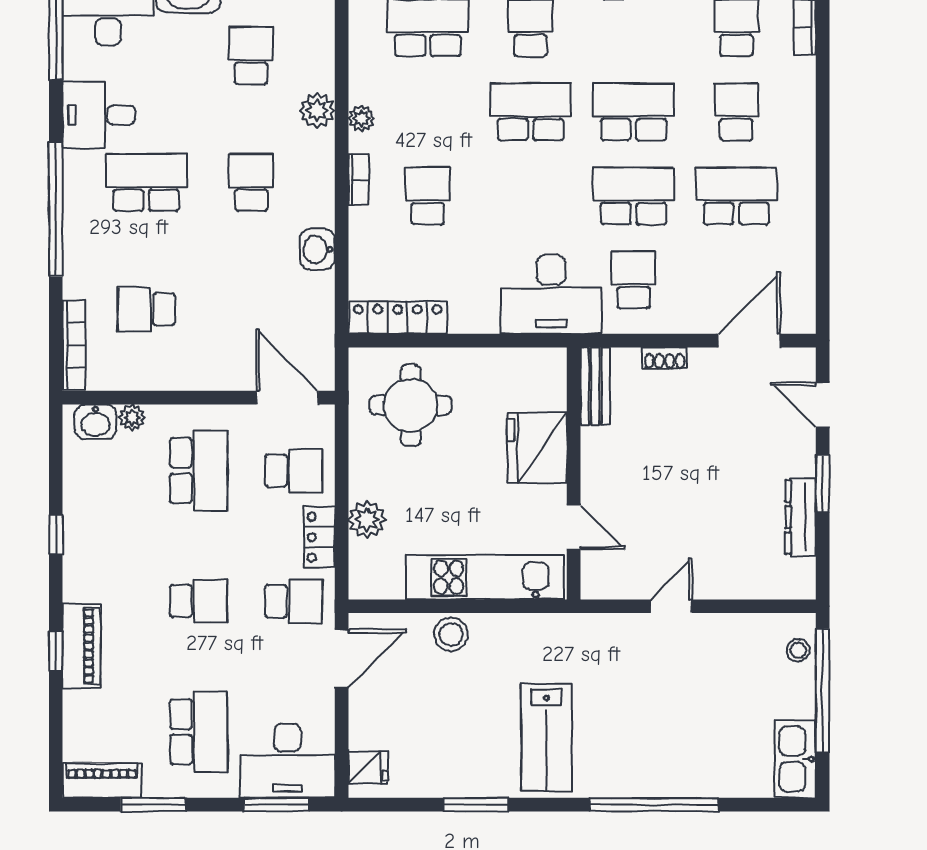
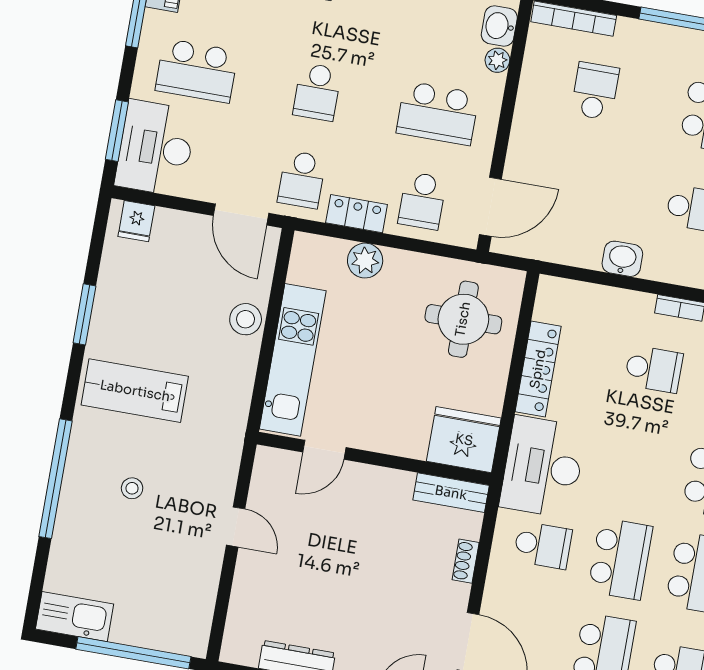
locker: (398, 318) -> (538, 369), moved
fridge: (537, 448) -> (464, 440), moved
stool: (798, 650) -> (132, 488), moved

